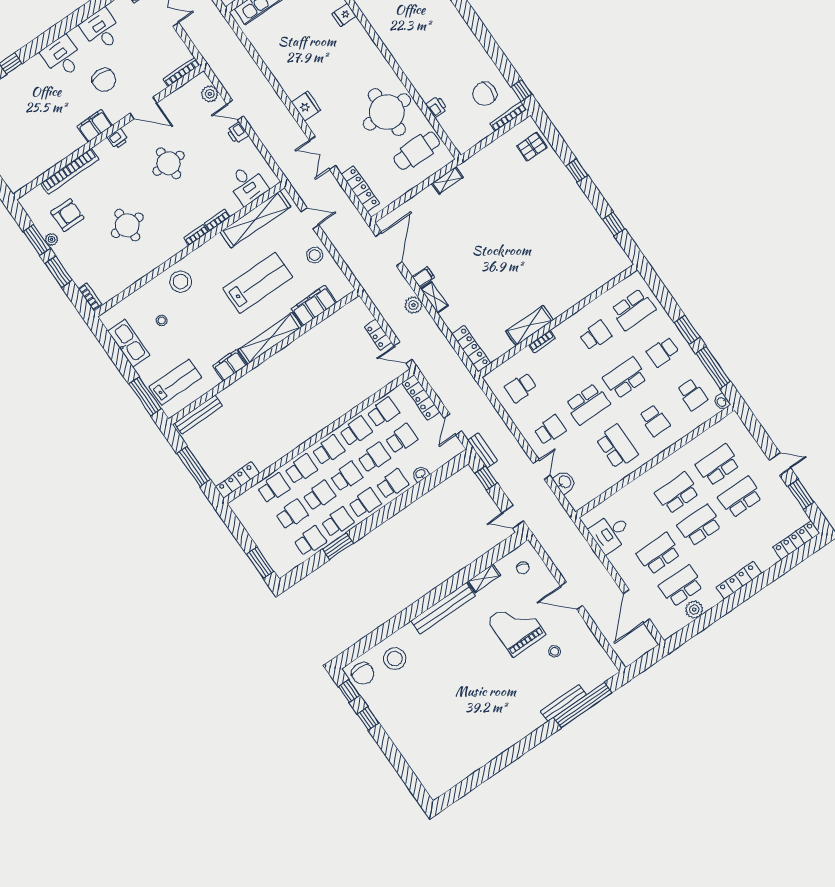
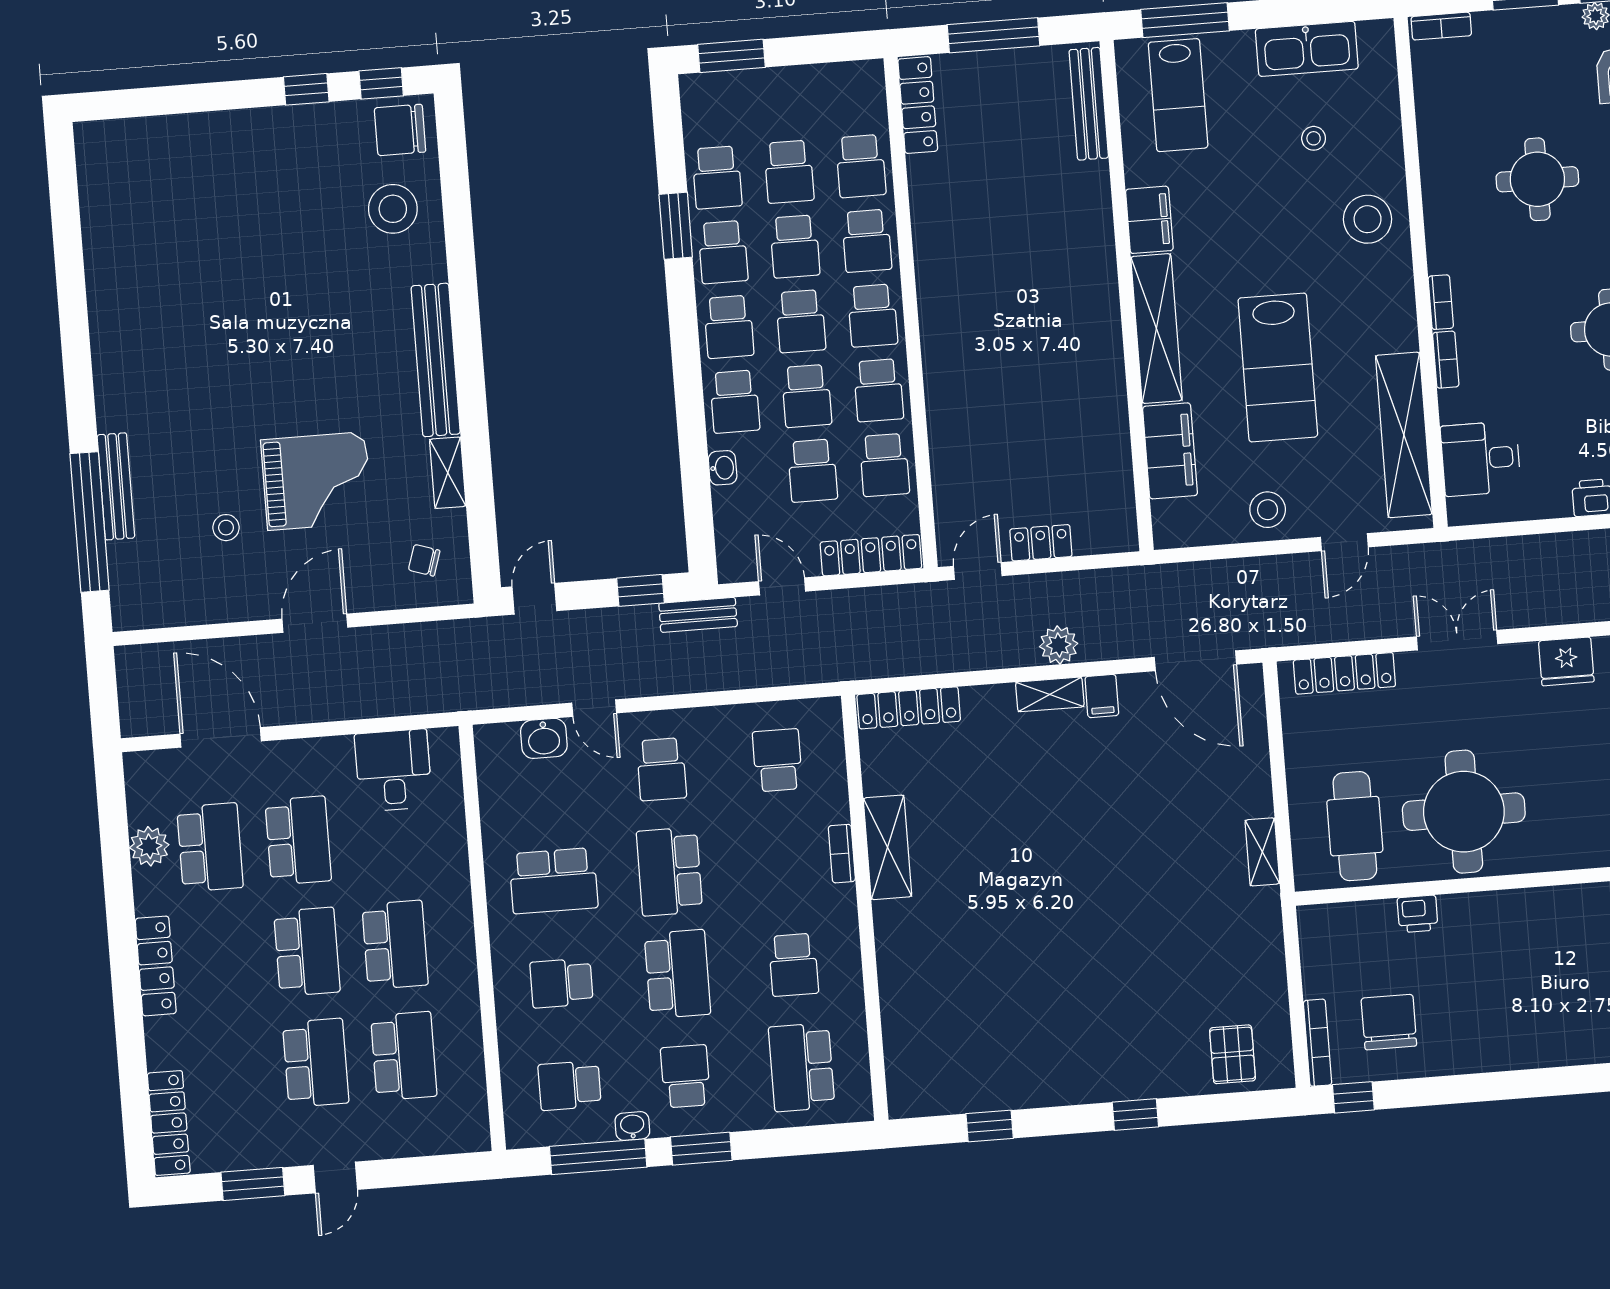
washbasin: (722, 402) -> (632, 1126), moved

